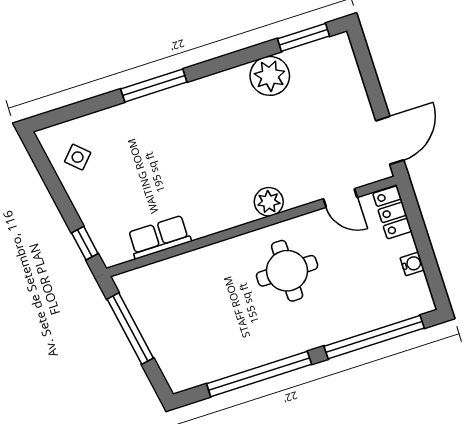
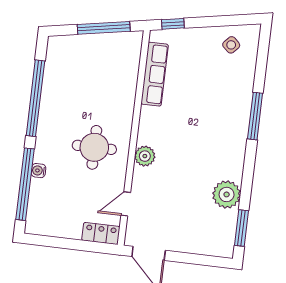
row of seats: (159, 237) -> (155, 74), width x1.48
water cooler: (412, 264) -> (39, 171), moved, turned 90

